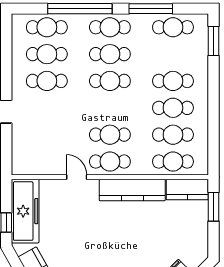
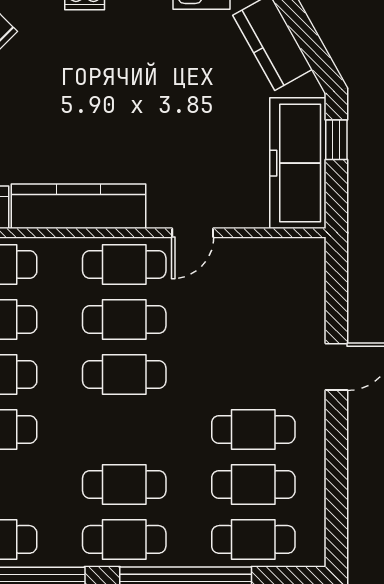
cafe table: (110, 81) -> (124, 375), moved
door: (77, 177) -> (193, 233), hinge flipped

